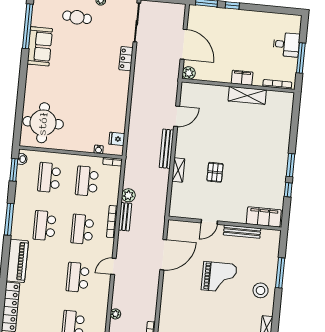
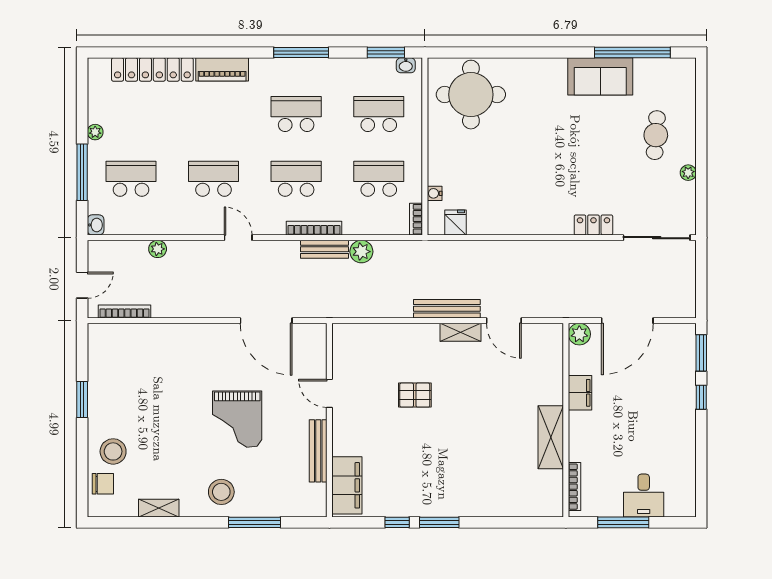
filing cabinet: (242, 78) -> (580, 393), moved
shelving: (178, 170) -> (461, 332), moved
piano: (17, 261) -> (222, 69), width x0.73, depth x0.75

